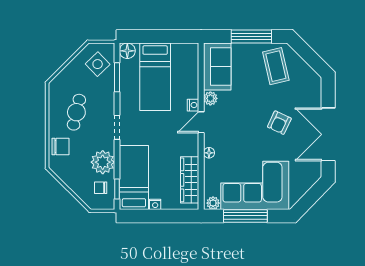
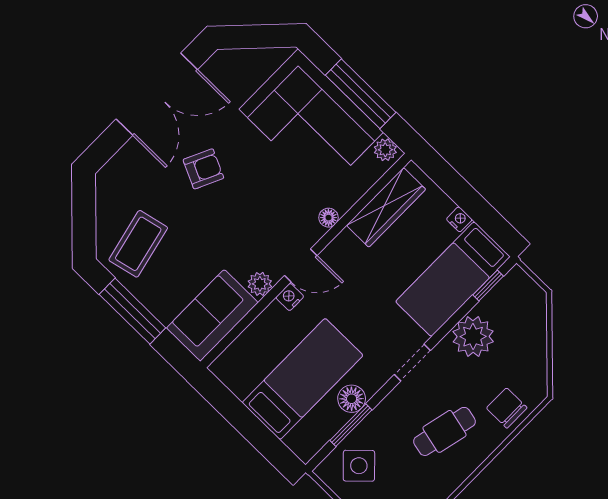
floor lamp: (127, 51) -> (352, 399), moved
chair: (101, 188) -> (507, 307), removed

